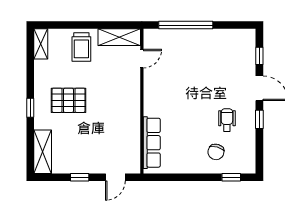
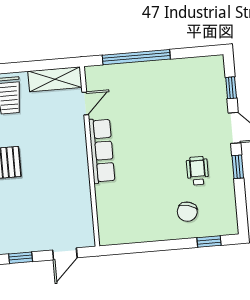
row of seats: (152, 143) -> (102, 151), moved

